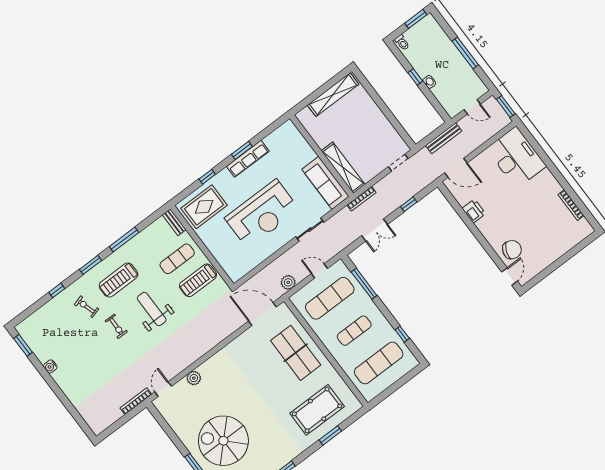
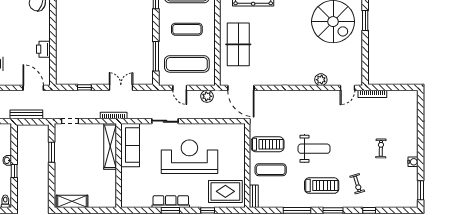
shelving: (333, 95) -> (72, 201), width x0.68
window: (393, 121) -> (52, 152), added
weight bench: (152, 309) -> (314, 149), turned -90
exercise bike: (116, 326) -> (381, 148), moved

